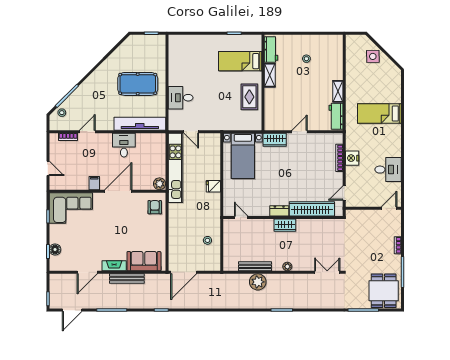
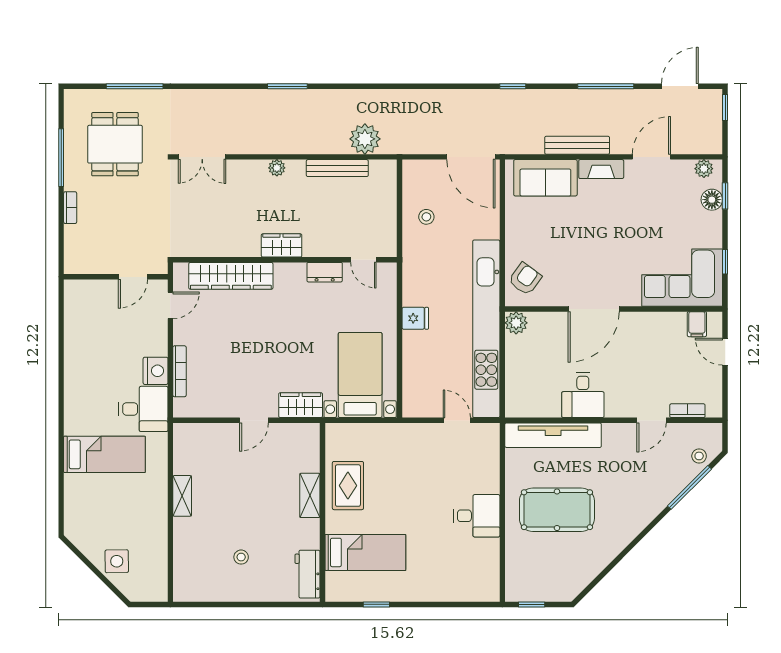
shelving: (270, 75) -> (310, 495), moved
desk: (181, 98) -> (477, 516), moved
workbench: (336, 116) -> (186, 449), removed
kitchen unit: (175, 168) -> (486, 329), width x1.36
desk: (388, 170) -> (143, 409), moved, turned 180
filing cabinet: (94, 183) -> (697, 324), moved
armchair: (155, 207) -> (525, 279), turned -144
door: (389, 208) -> (133, 277), moved
dresser: (279, 211) -> (325, 272), moved
plant: (59, 266) -> (704, 169), added
door: (184, 272) -> (471, 157), swing flipped
plant: (258, 282) -> (365, 139), moved
dining table: (384, 291) -> (115, 144), moved

